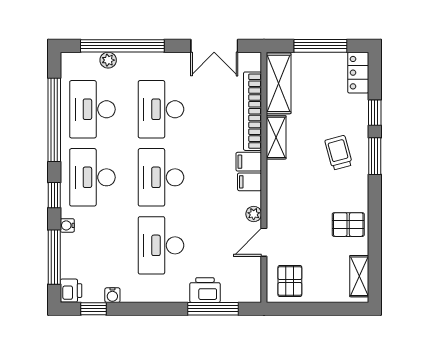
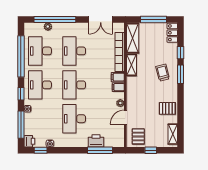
window: (315, 309) -> (151, 150), added

